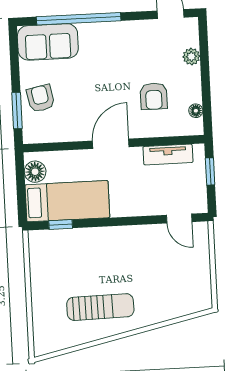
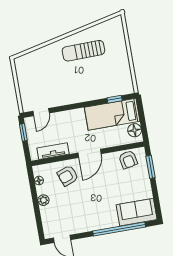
plant: (191, 57) -> (43, 200), moved
armchair: (154, 96) -> (68, 176), moved, turned -110
armchair: (41, 98) -> (128, 160), moved
window: (210, 171) -> (23, 132), moved
door: (179, 218) -> (41, 112), swing flipped

